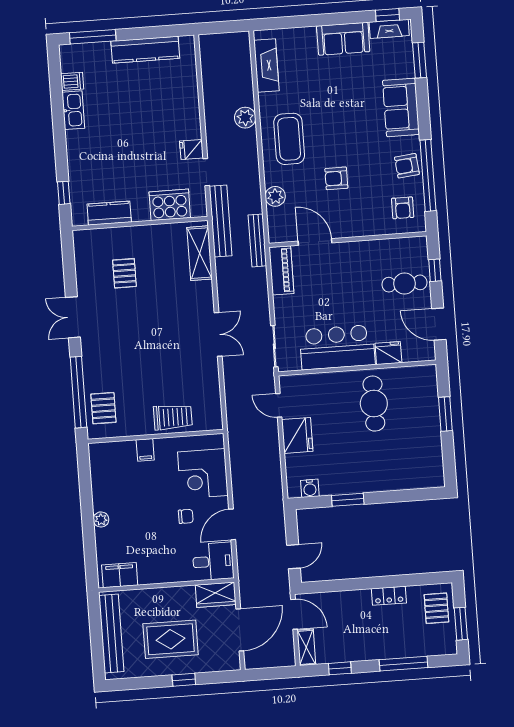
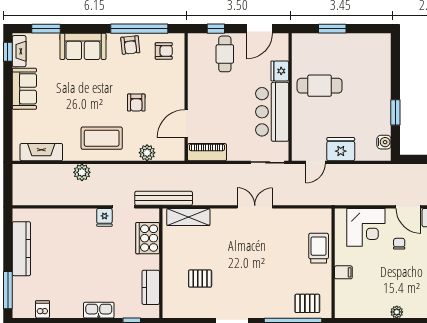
kitchen sink: (73, 110) -> (99, 310), moved
bench: (257, 240) -> (181, 170), removed

